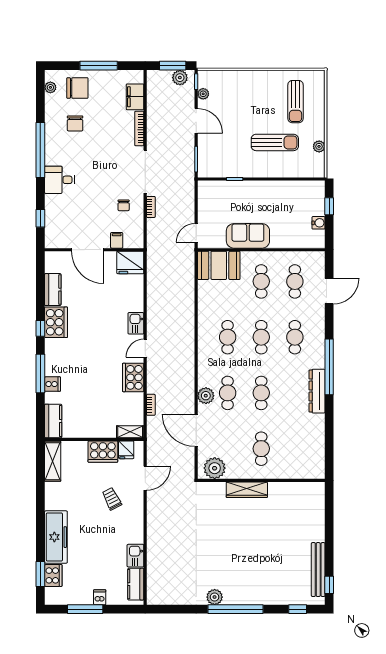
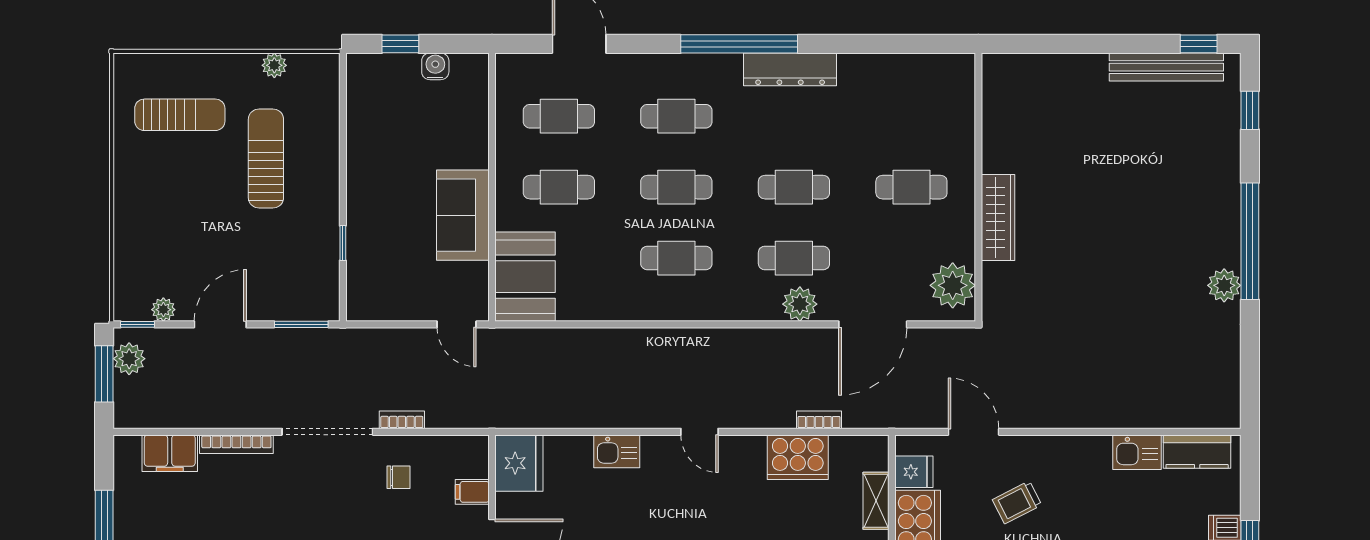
kitchen sink: (136, 323) -> (617, 451), moved
cooker: (133, 377) -> (798, 457), moved
shelving: (130, 432) -> (876, 501), moved

